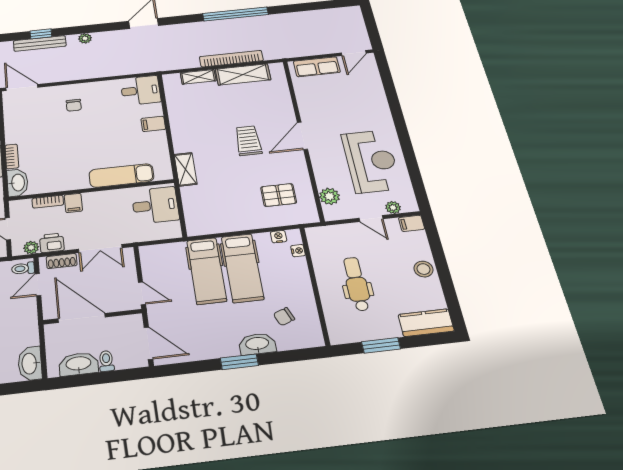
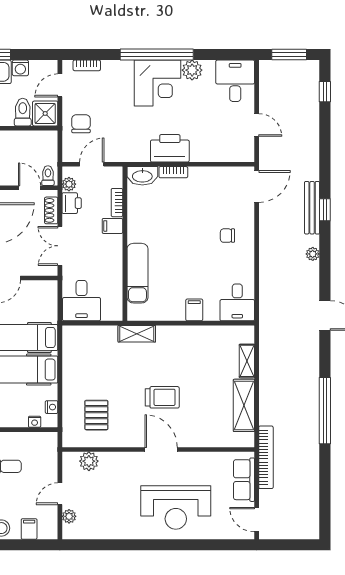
bookcase: (231, 59) -> (266, 457), moved
reception desk: (371, 161) -> (176, 507), moved
desk: (155, 205) -> (82, 301), moved
filing cabinet: (412, 223) -> (29, 529), moved

